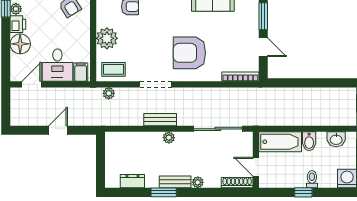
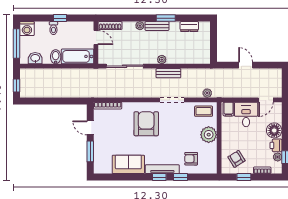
armchair: (189, 53) -> (146, 124), turned -90
door: (58, 130) -> (246, 65), swing flipped

